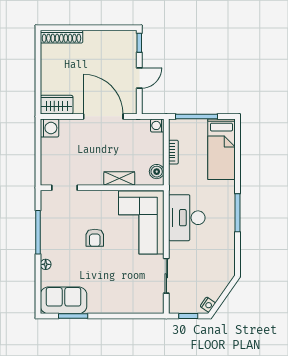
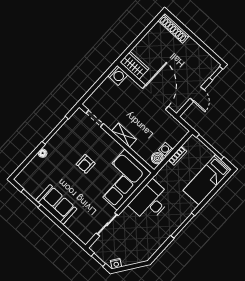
door: (139, 78) -> (197, 94), hinge flipped
washing machine: (157, 125) -> (166, 150), moved
shelving: (119, 178) -> (124, 135), moved
sofa: (64, 300) -> (56, 204), moved

